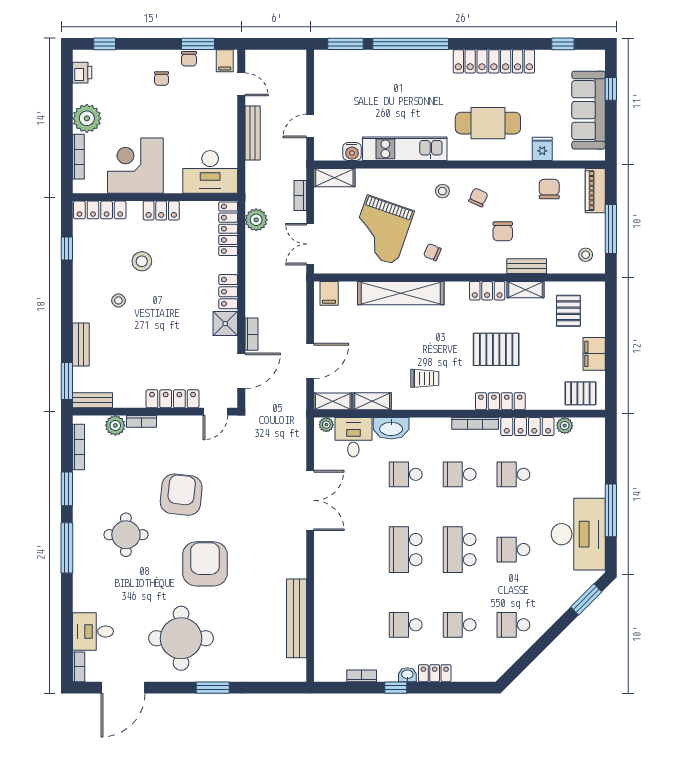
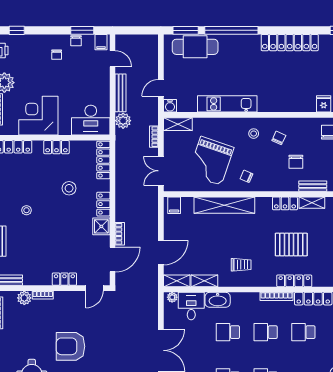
cafe table: (488, 123) -> (195, 47), moved
water cooler: (352, 152) -> (170, 106), moved
plant: (256, 220) -> (123, 121), moved
stool: (142, 261) -> (69, 188), moved
locker: (172, 399) -> (64, 279), width x0.66
armchair: (181, 495) -> (70, 346), turned -96

